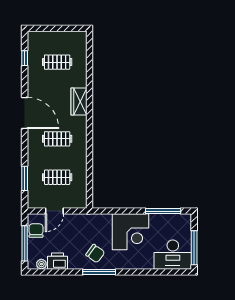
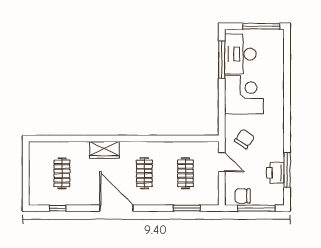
door: (25, 113) -> (116, 208), hinge flipped
door: (54, 211) -> (222, 162), moved
chair: (95, 254) -> (244, 139), moved
desk: (173, 255) -> (240, 54), moved, turned 180
plant: (41, 264) -> (279, 190), removed
window: (99, 272) -> (287, 170), moved

